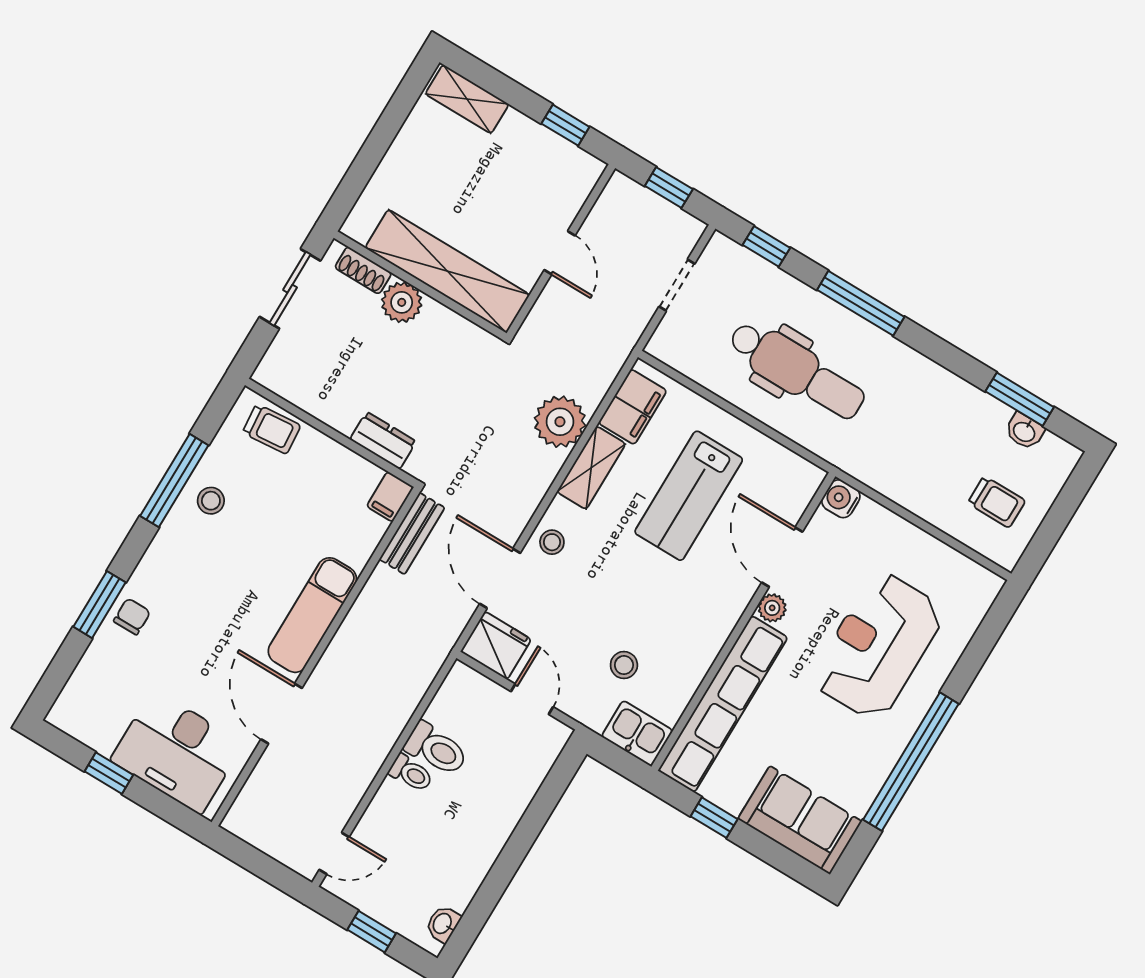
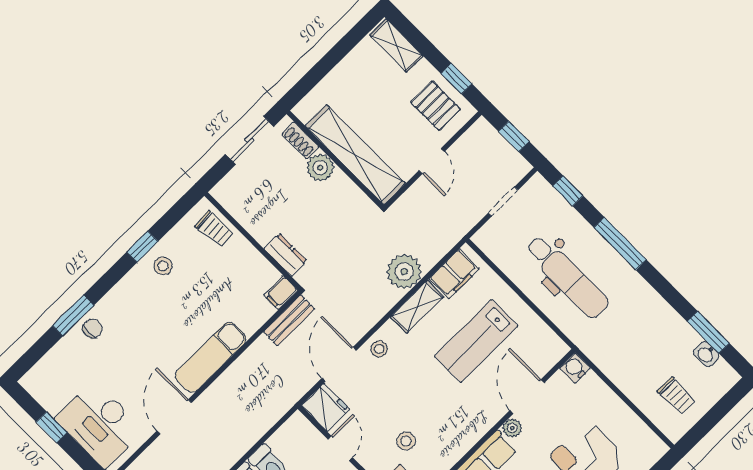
pallet: (545, 172) -> (436, 106), added
window: (174, 481) -> (142, 247), width x0.46

